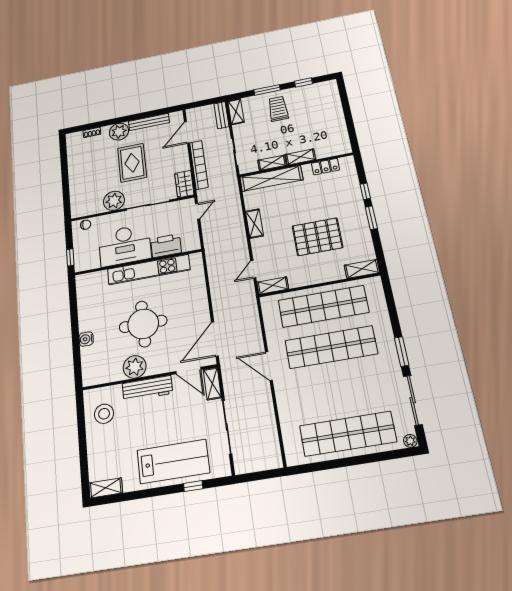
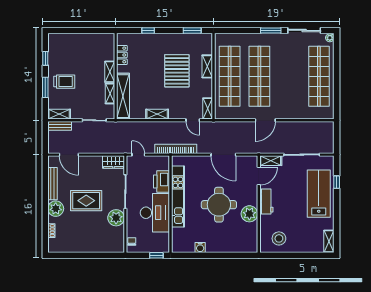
trolley: (278, 109) -> (64, 82), turned 180
bookcase: (199, 165) -> (176, 149), moved
window: (371, 218) -> (192, 30), moved
shelving: (362, 269) -> (207, 66), moved
water cooler: (86, 339) -> (200, 247), moved
door: (215, 339) -> (223, 155), moved
workbench: (147, 388) -> (266, 201), width x0.73

